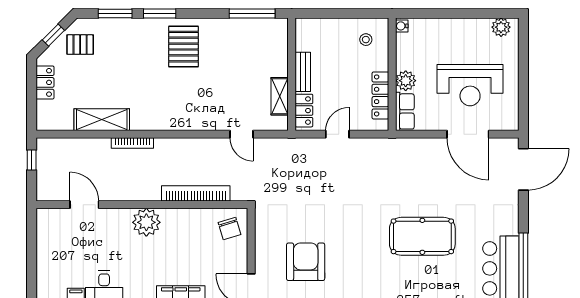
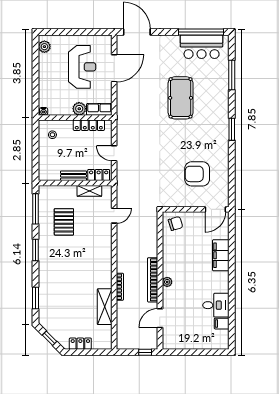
window: (160, 13) -> (35, 250), moved
pallet: (80, 45) -> (56, 321), removed
pallet: (183, 47) -> (64, 222), moved, turned 90
window: (32, 160) -> (145, 352), moved
bookcase: (196, 193) -> (153, 280), moved
plant: (146, 222) -> (167, 282), width x0.53, depth x0.53

